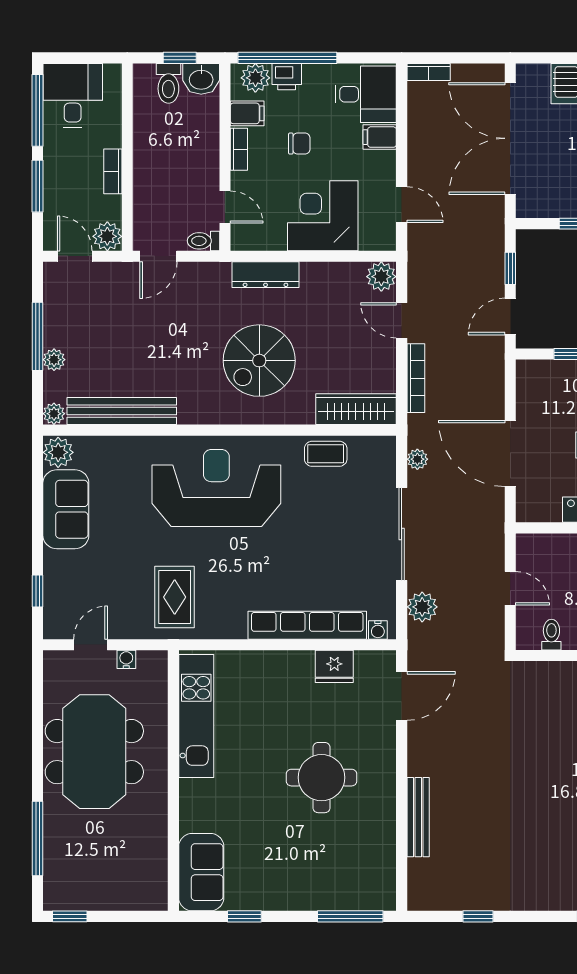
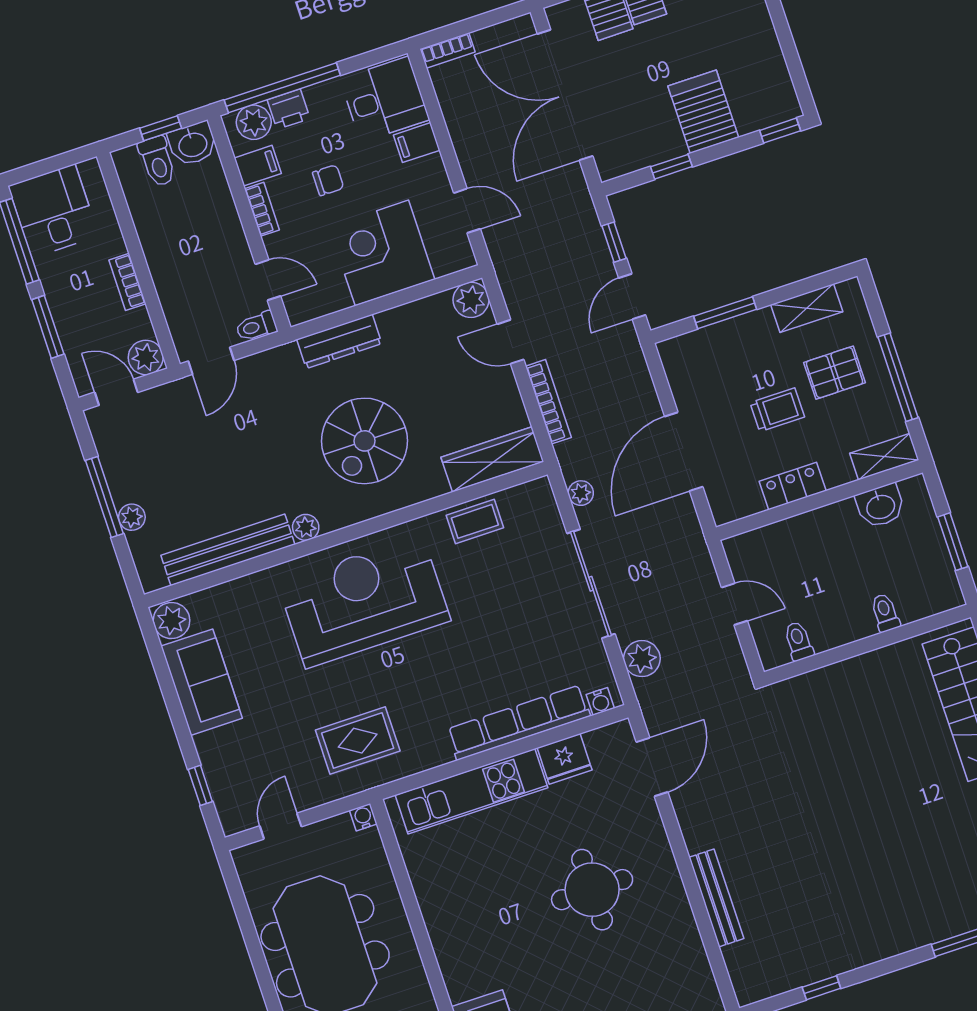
plant: (54, 414) -> (306, 527), moved
door: (510, 453) -> (684, 452), hinge flipped
rug: (175, 597) -> (358, 741), turned 90
water cooler: (126, 659) -> (363, 817), moved
kitchen unit: (196, 716) -> (471, 791), moved, turned 90

